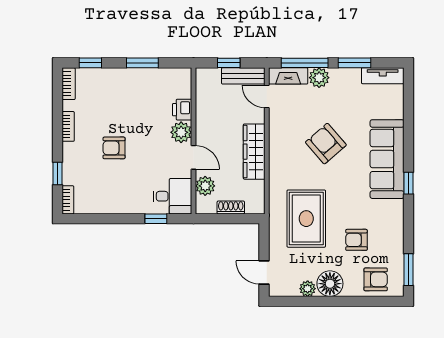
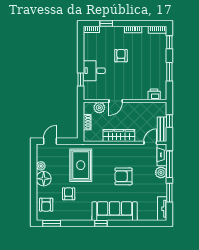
printer: (182, 110) -> (154, 94), moved
plant: (181, 132) -> (130, 94), removed
armchair: (326, 144) -> (123, 176), turned -139
desk: (173, 196) -> (94, 71), moved, turned 90
rug: (306, 219) -> (81, 165), turned 90

